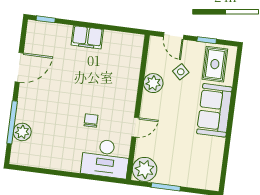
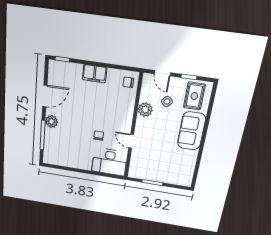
chair: (131, 48) -> (128, 82), added
door: (135, 127) -> (131, 141), swing flipped
plant: (22, 132) -> (51, 121), moved
plant: (145, 169) -> (137, 170), removed

